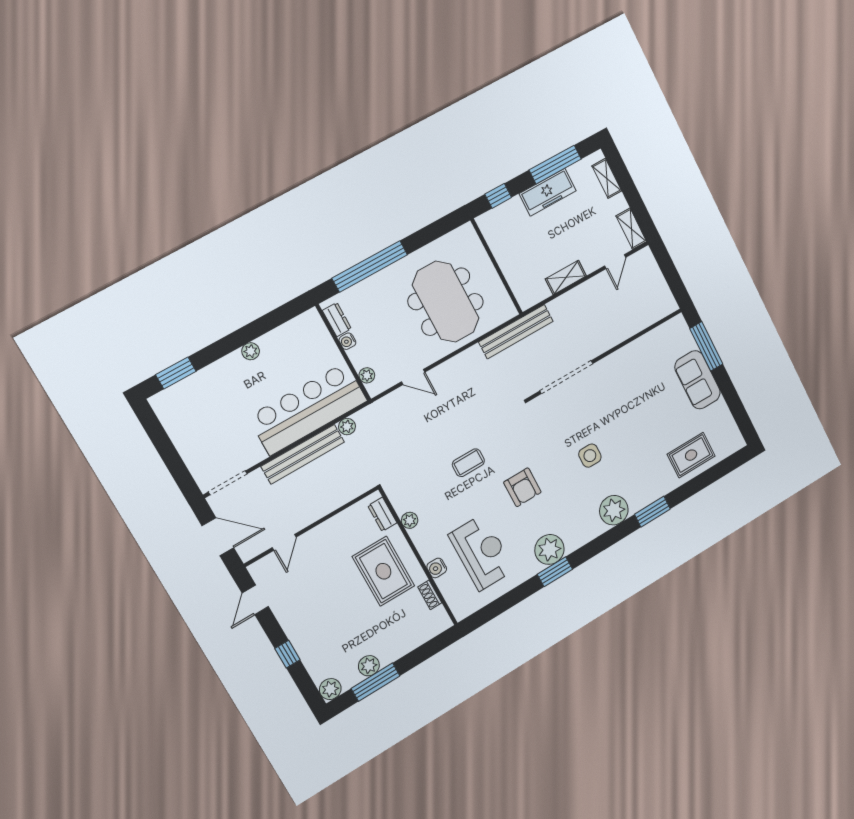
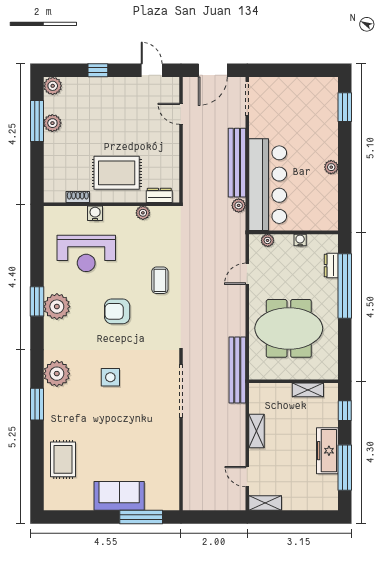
shelving: (607, 178) -> (308, 390), moved
dresser: (337, 320) -> (331, 266), moved, turned 90

